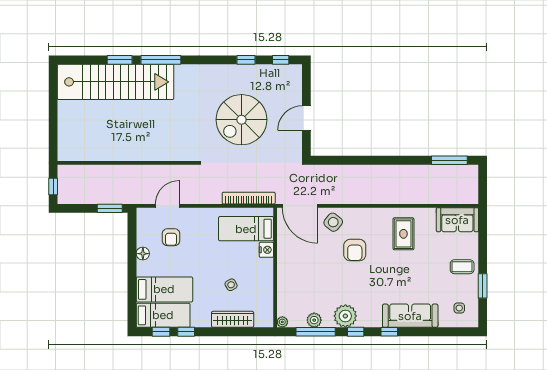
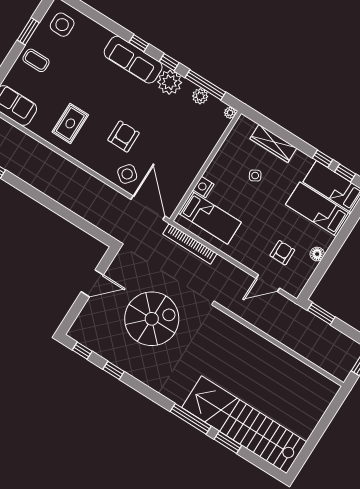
side table: (459, 308) -> (62, 25), width x1.87, depth x1.87
sofa: (410, 316) -> (133, 60), moved

